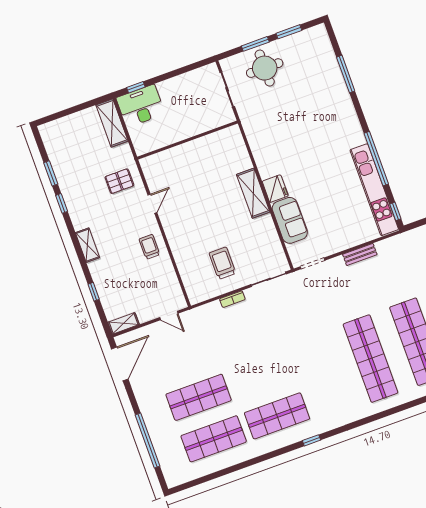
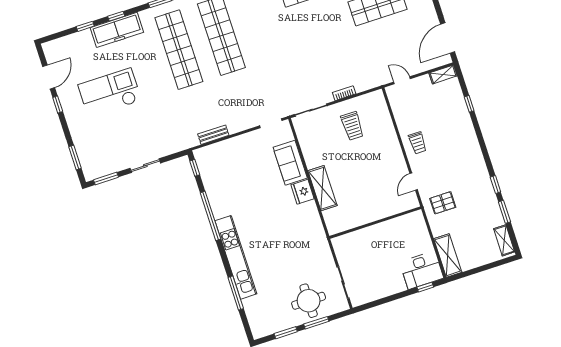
wall: (187, 140) -> (375, 223), moved
kitchen unit: (374, 190) -> (236, 257), moved
shelving: (88, 245) -> (504, 240), moved
bench: (360, 254) -> (213, 135), moved

